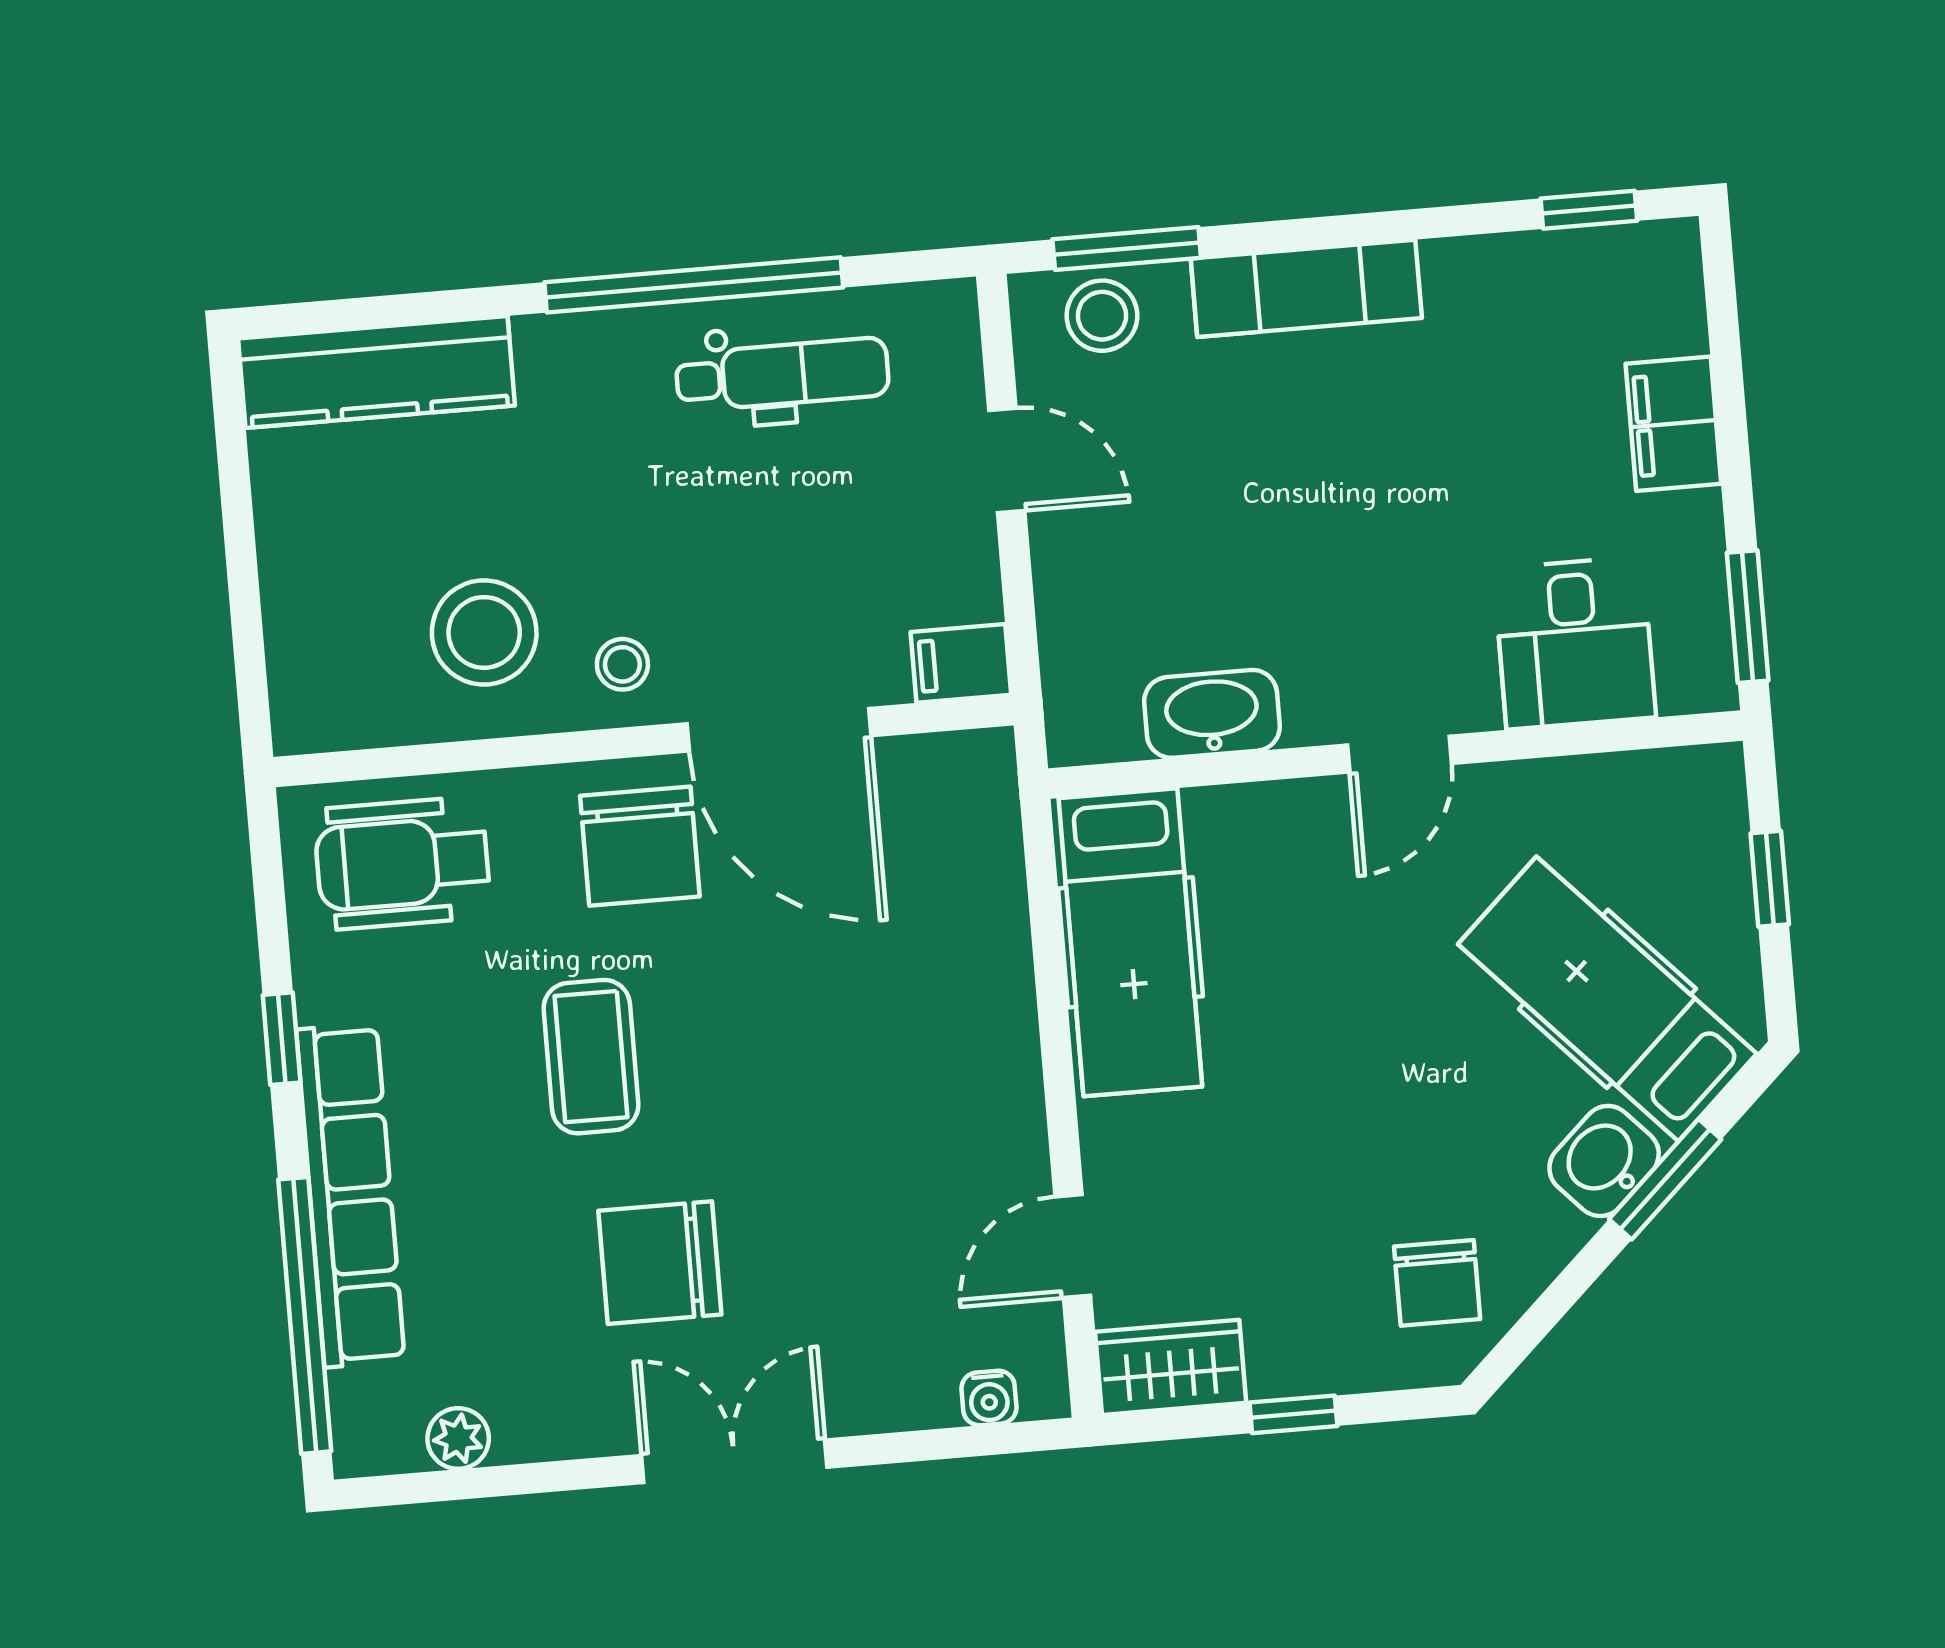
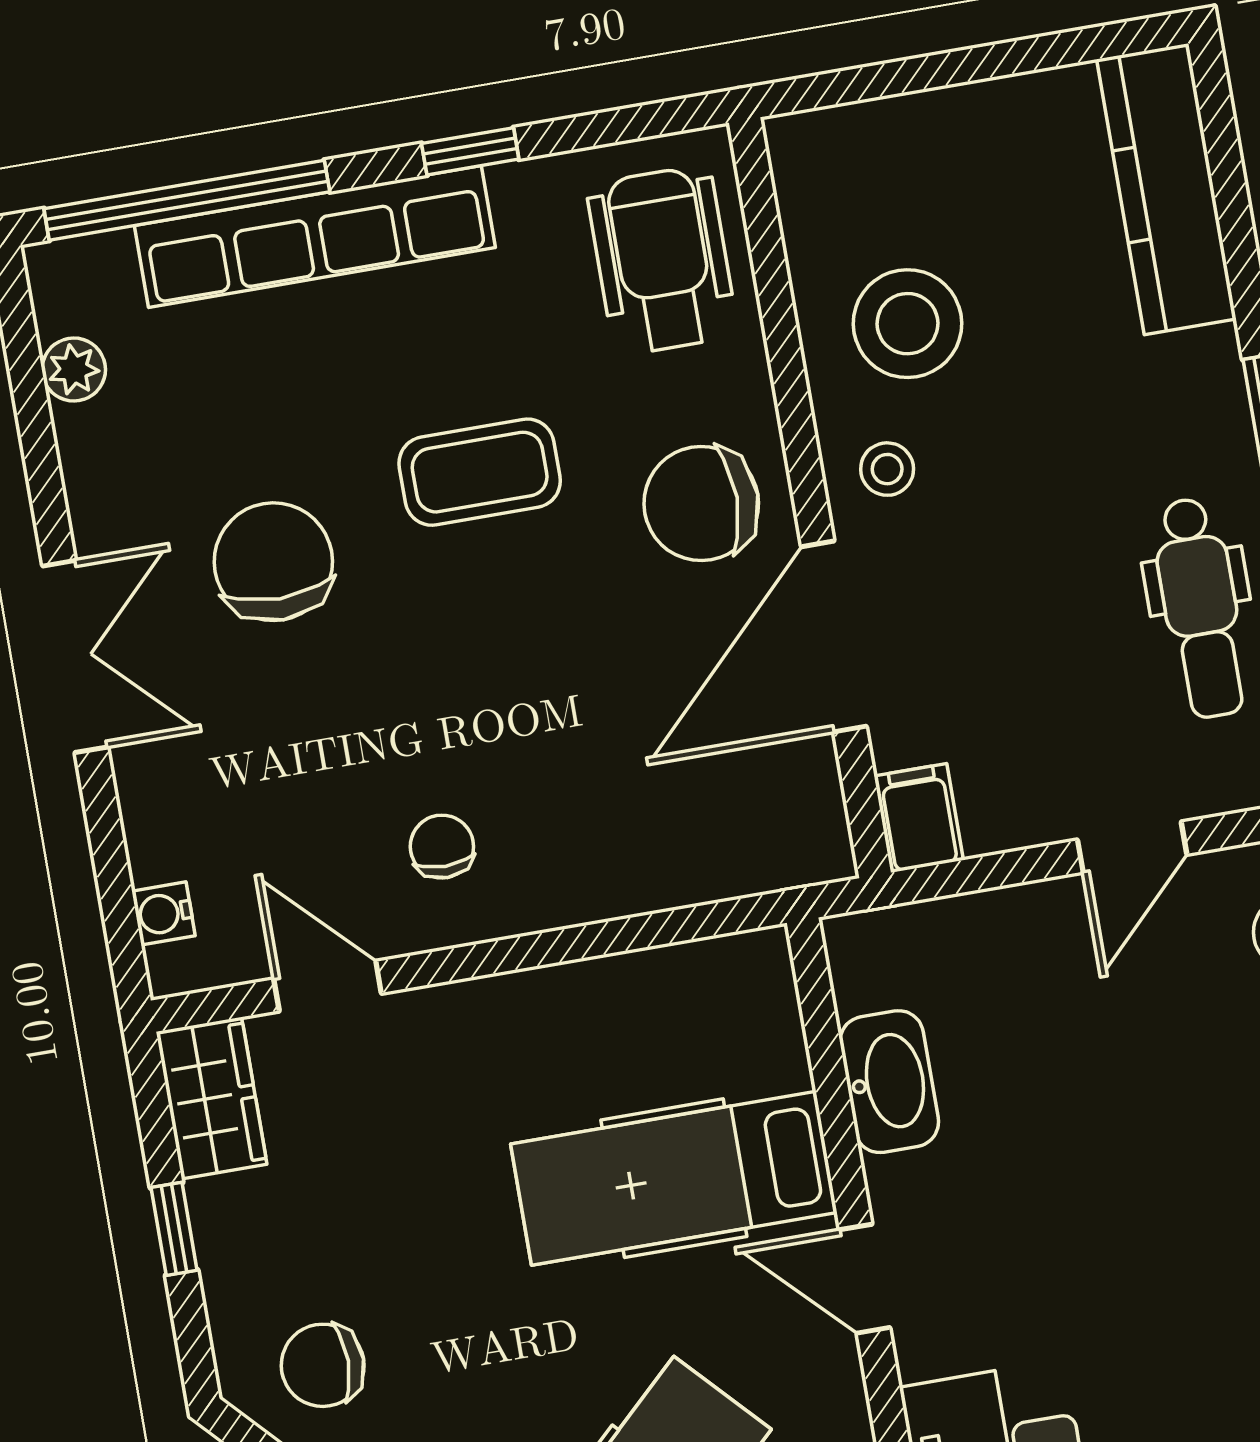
hospital bed: (1130, 942) -> (674, 1178), moved
chair: (948, 1124) -> (442, 847), added

